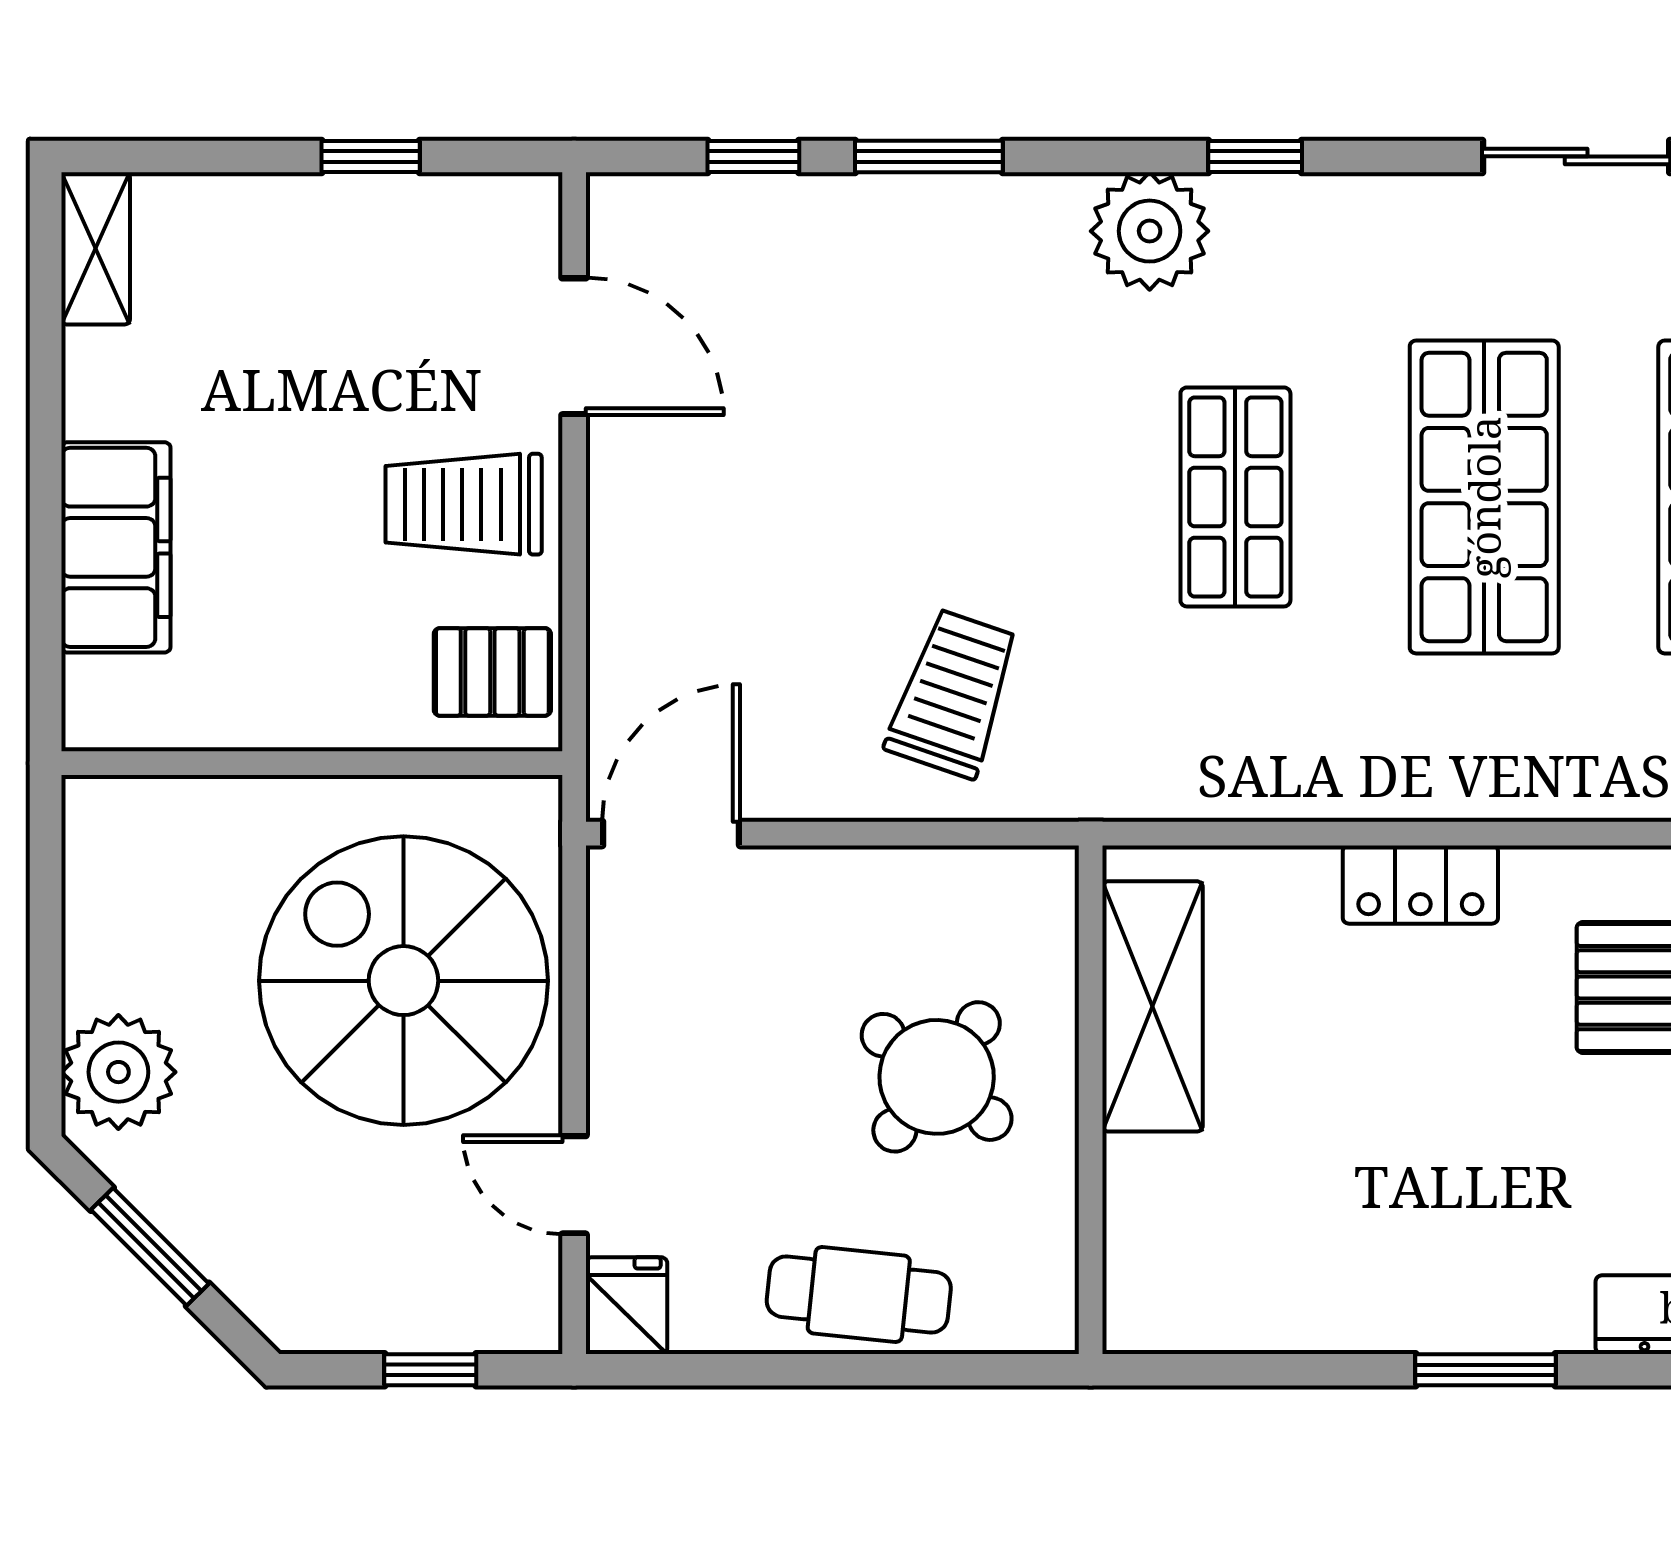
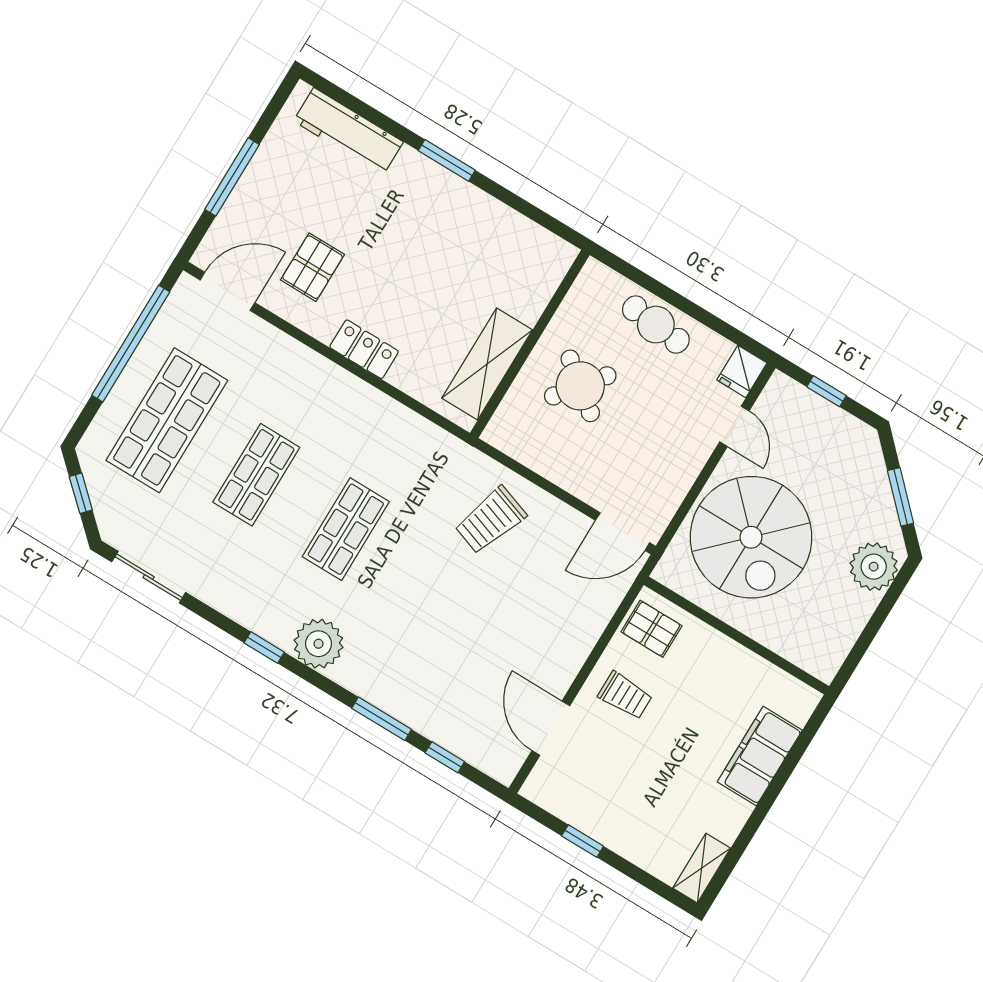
shop shelf: (1484, 497) -> (256, 475), width x0.70, depth x0.74
trolley: (464, 504) -> (625, 696), width x0.73, depth x0.72

